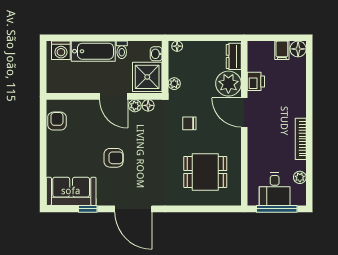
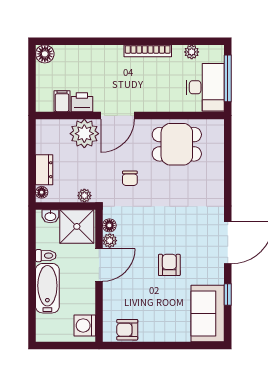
washing machine: (61, 50) -> (85, 325), moved, turned 180
filing cabinet: (282, 50) -> (62, 101), moved, turned -90
dresser: (234, 56) -> (44, 170), moved, turned -90
dining table: (205, 172) -> (177, 144), moved, turned 90
desk: (275, 189) -> (205, 87), width x1.37

